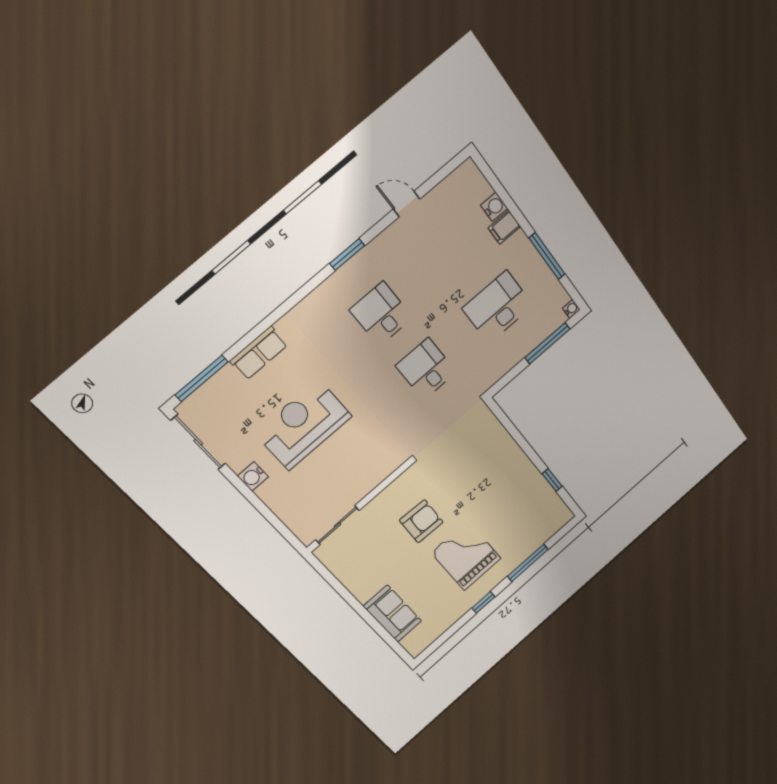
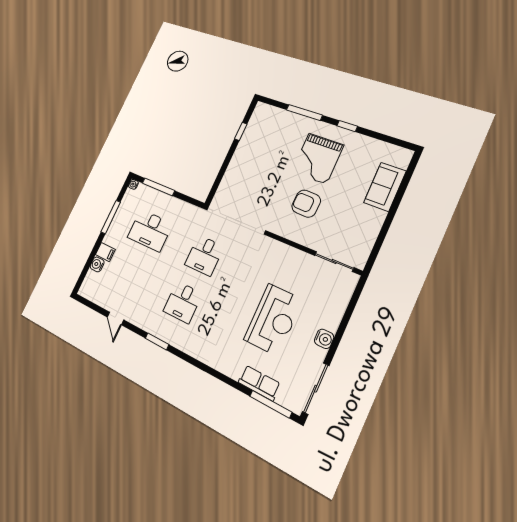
row of seats: (259, 353) -> (259, 383), moved
reception desk: (304, 425) -> (273, 320), turned -90

